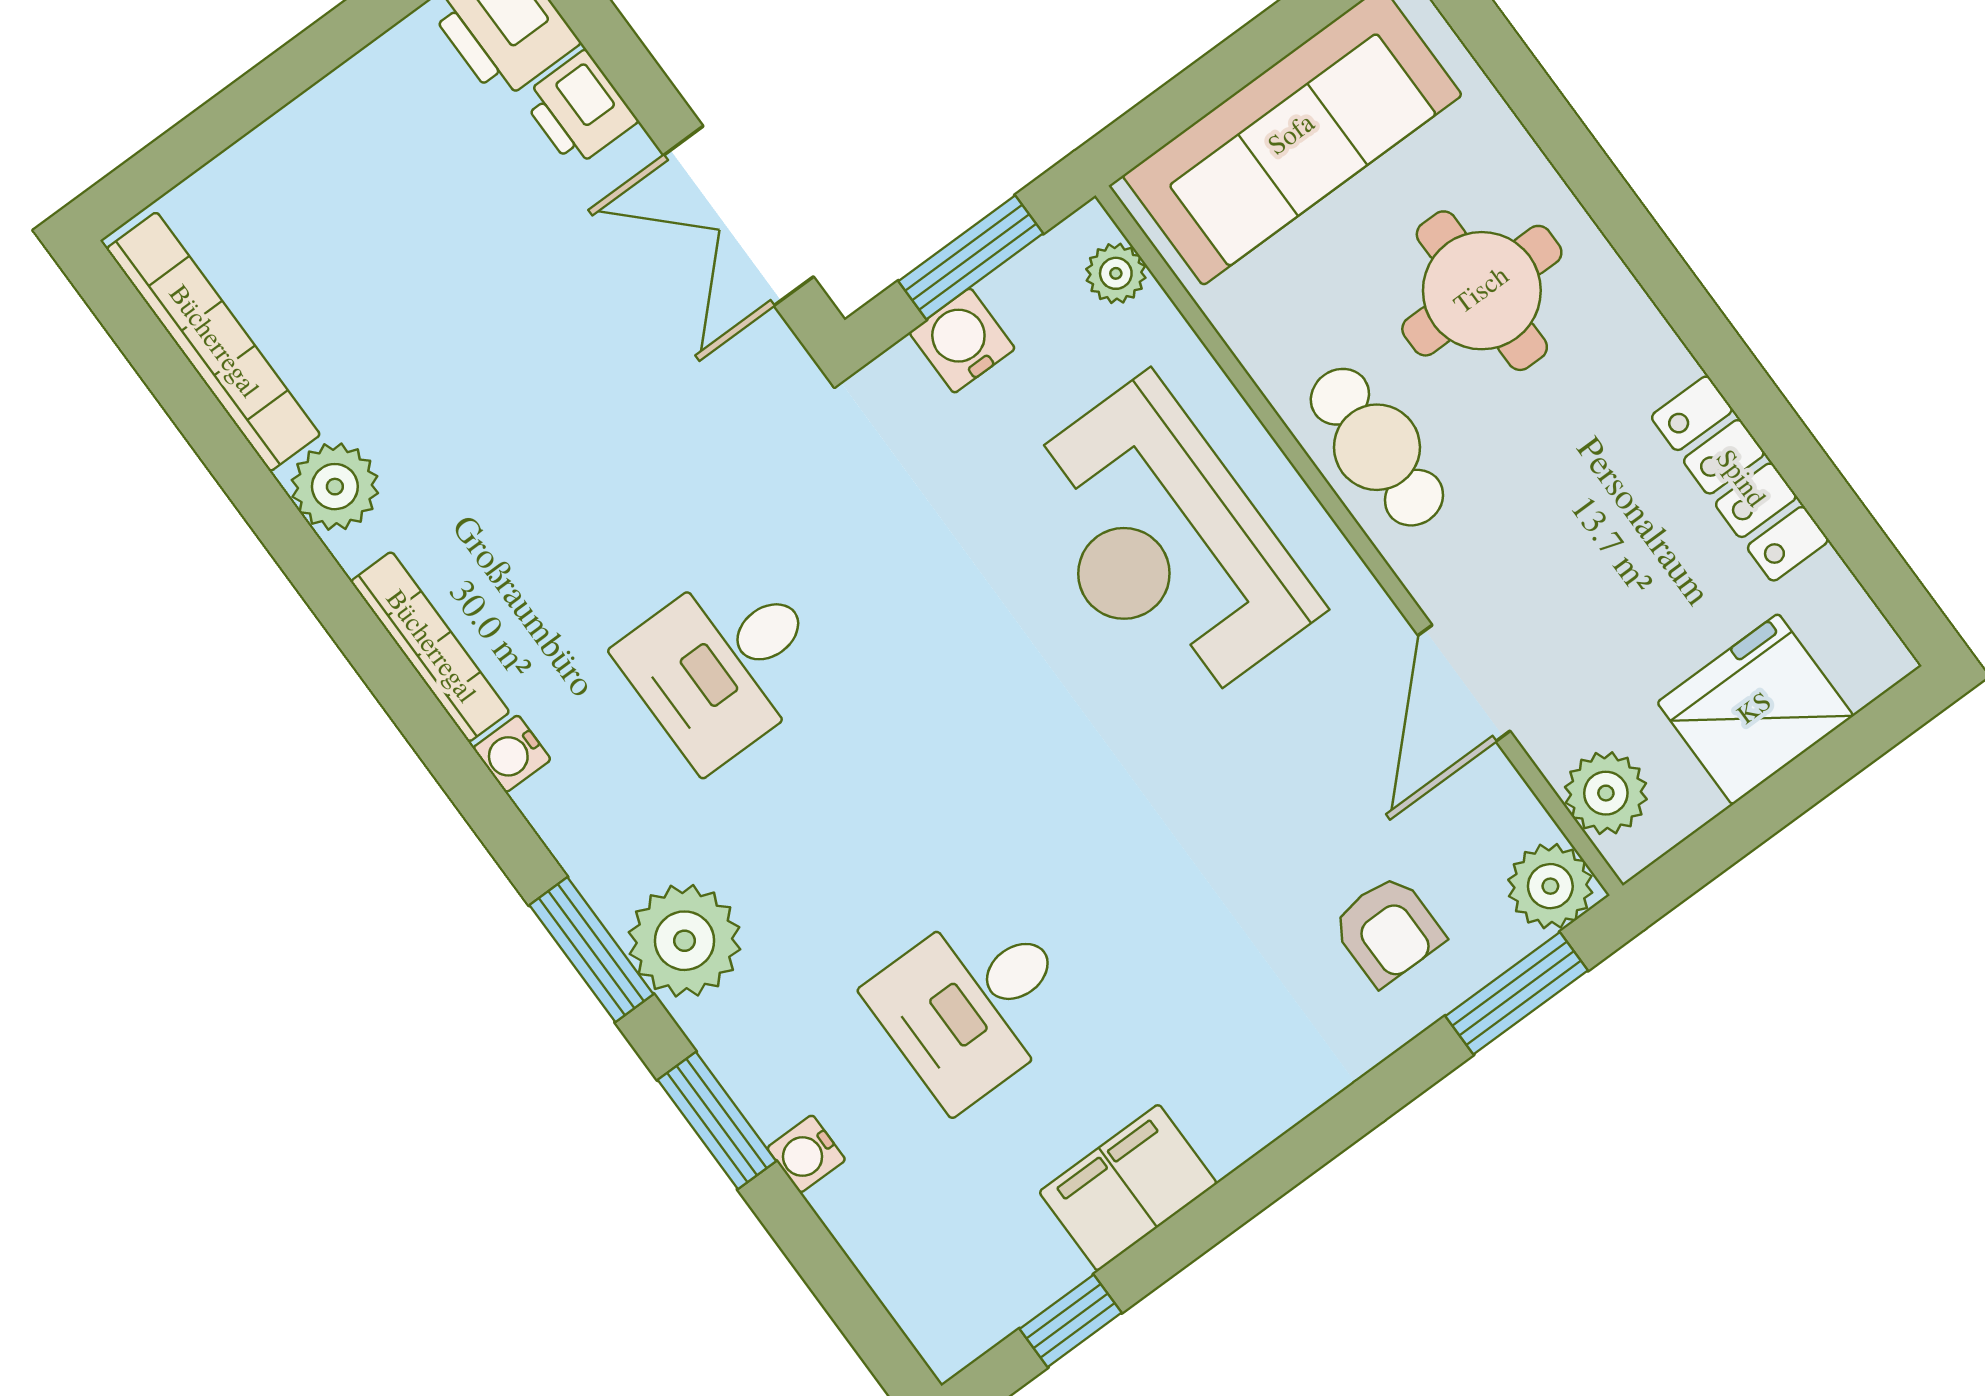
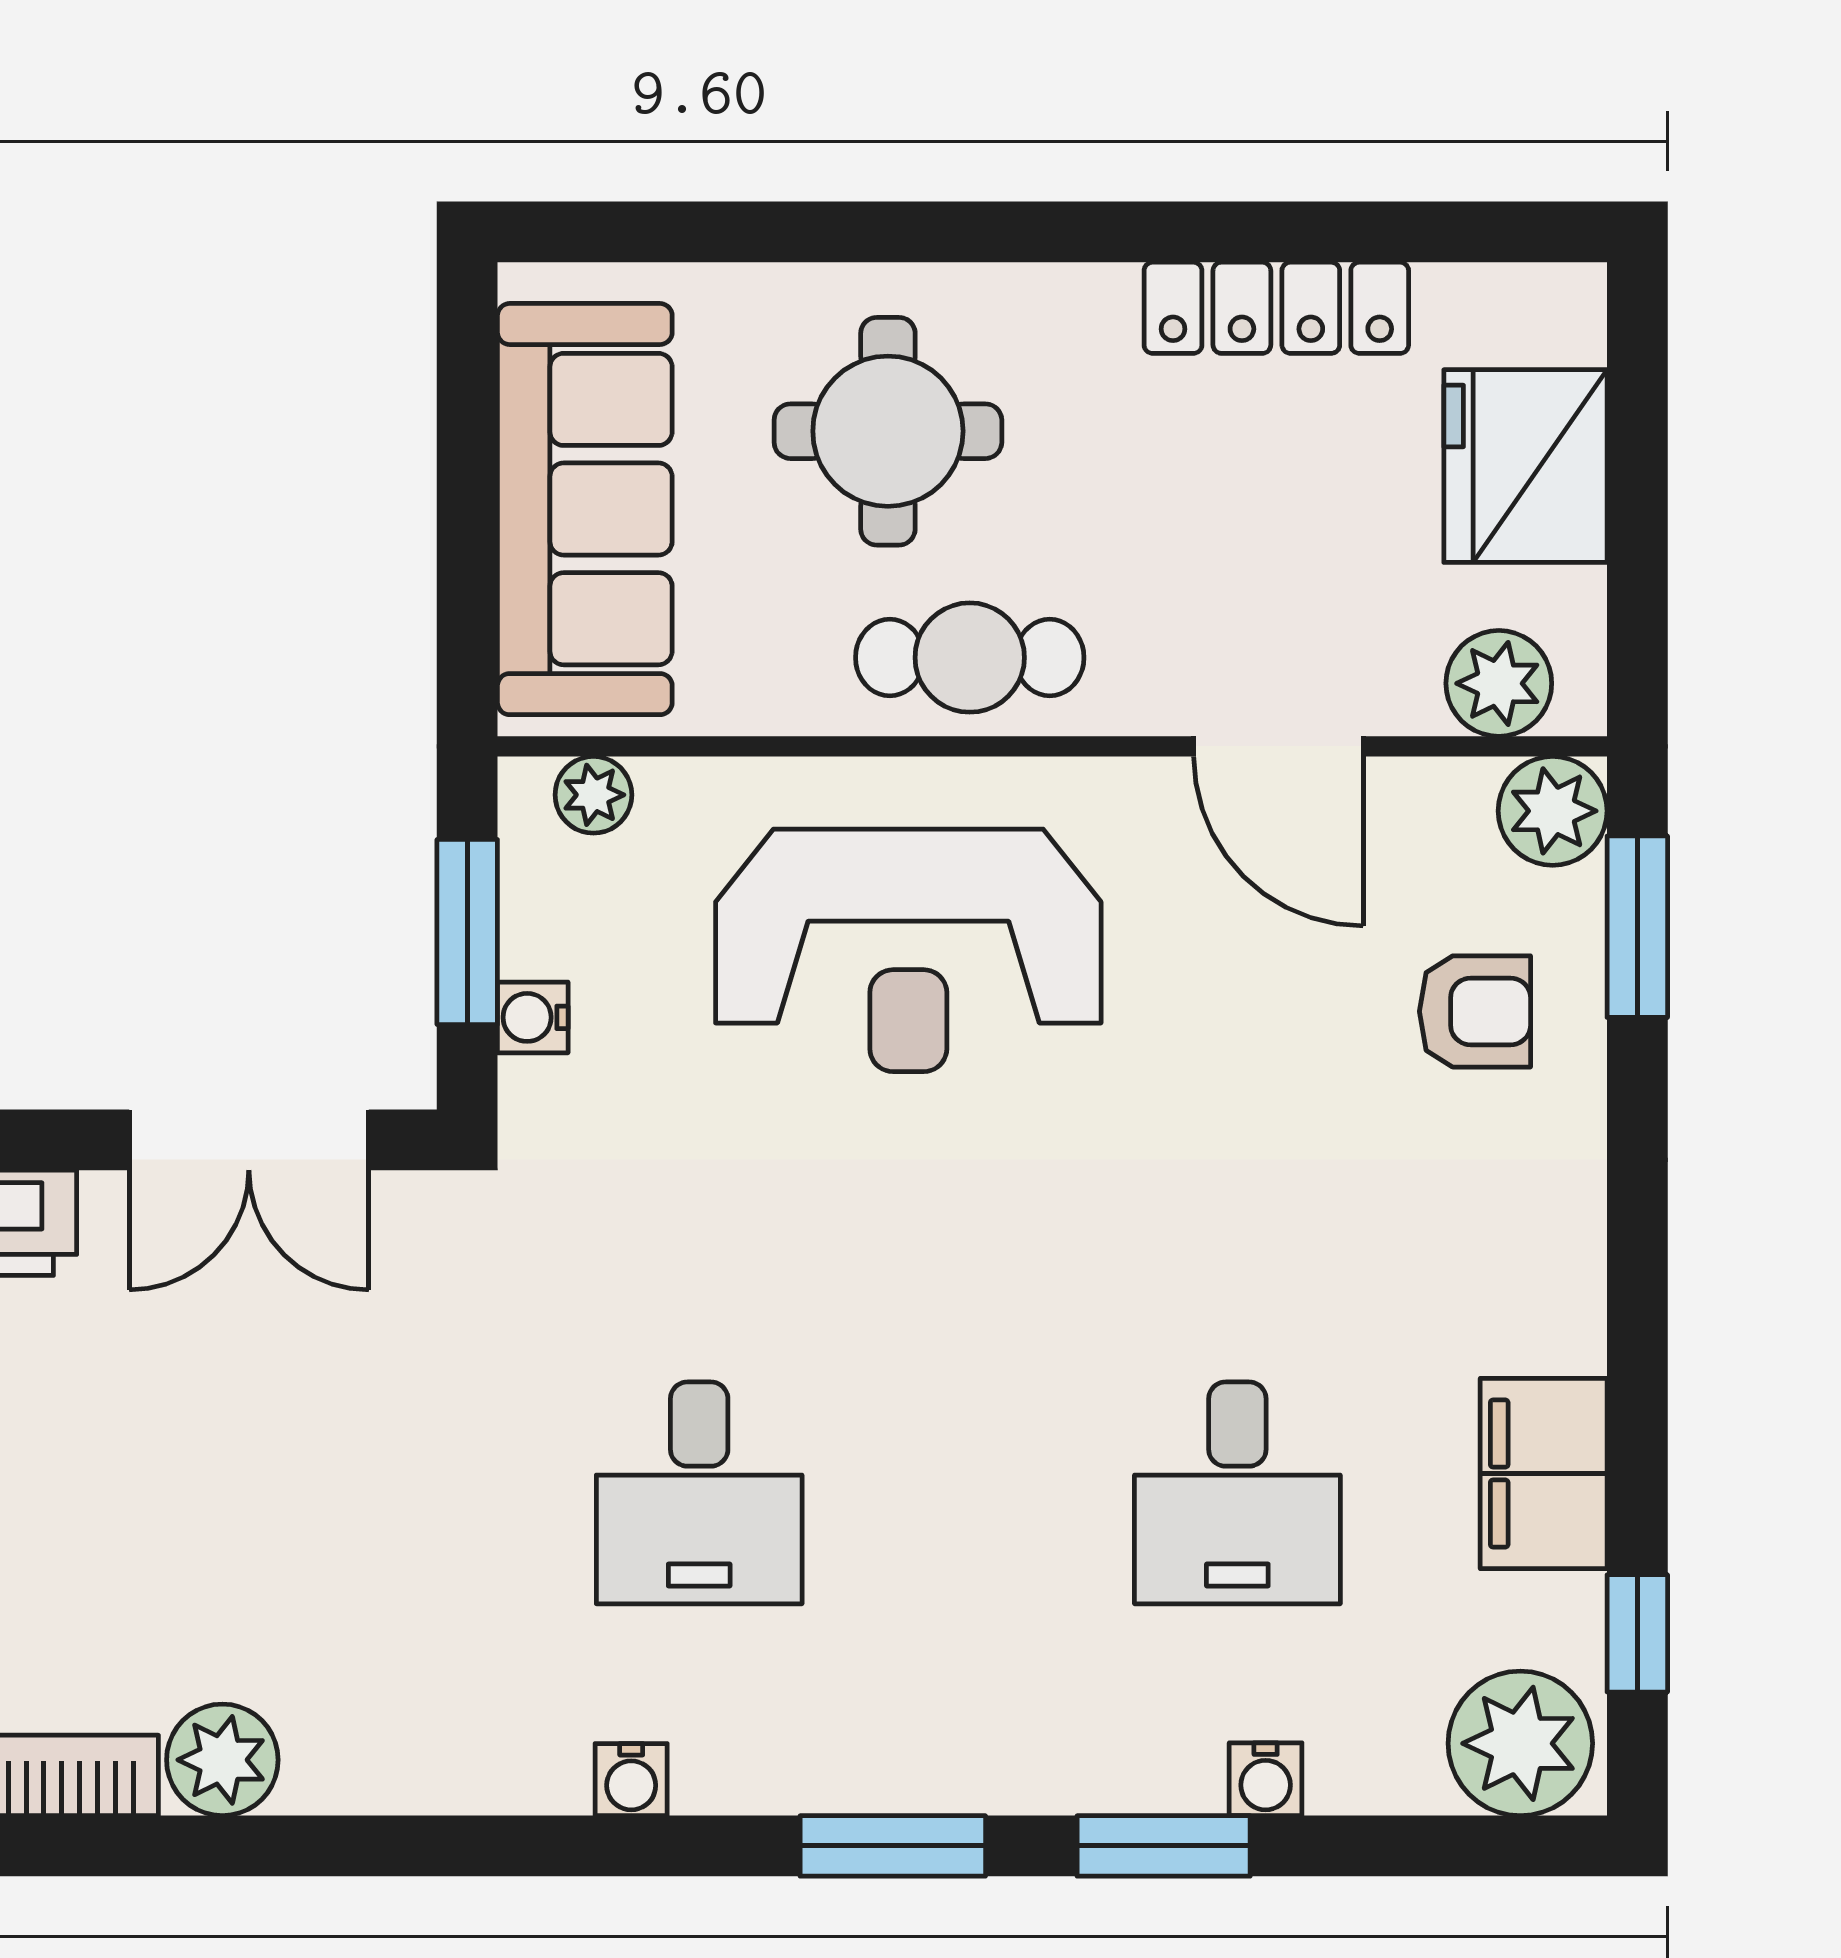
water cooler: (962, 341) -> (533, 1017), width x0.72, depth x0.72
bookcase: (430, 647) -> (459, 1783), removed
plant: (684, 941) -> (1520, 1743), moved

